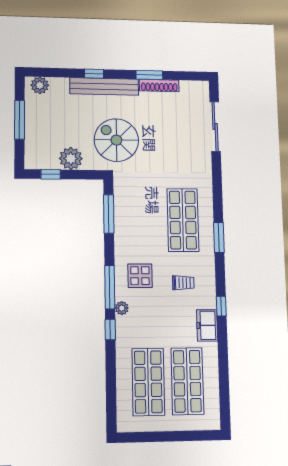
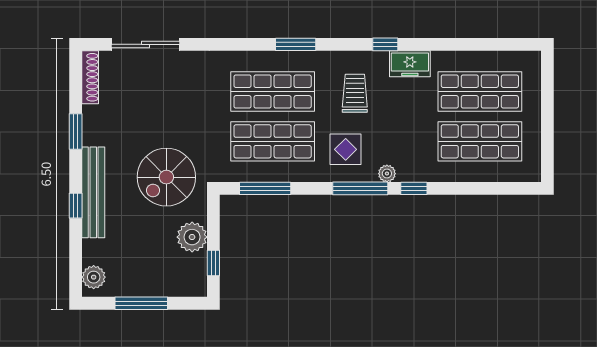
shoe rack: (159, 86) -> (90, 77), moved
shop shelf: (145, 220) -> (273, 141), added
trolley: (183, 283) -> (355, 93), width x1.36, depth x1.39

